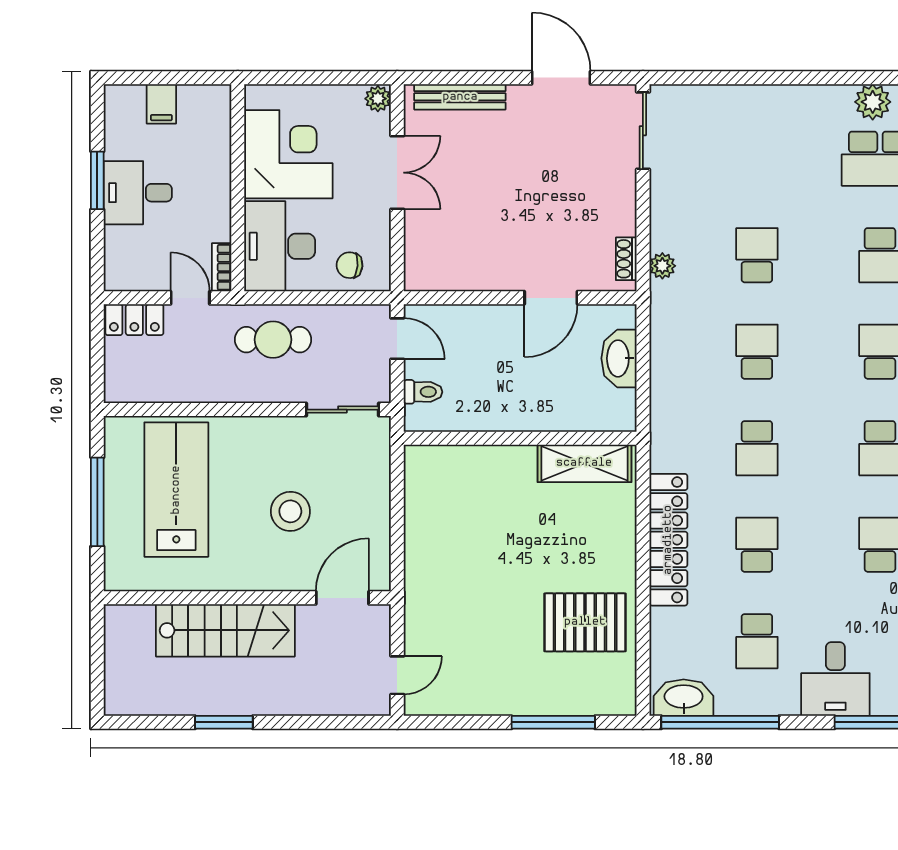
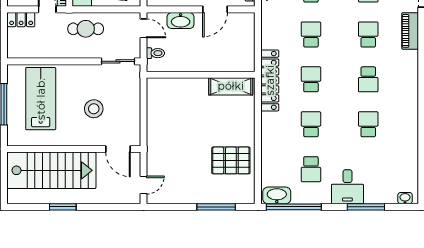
washbasin: (619, 358) -> (181, 21), moved, turned -90
school desk: (757, 448) -> (311, 79), turned 180
locker: (668, 540) -> (270, 80), moved
door: (342, 598) -> (118, 149), swing flipped
stairs: (225, 630) -> (52, 170), width x1.36, depth x1.51

